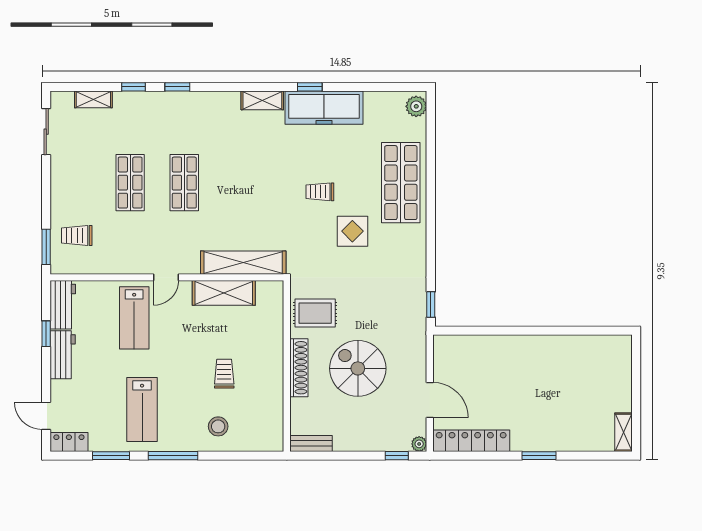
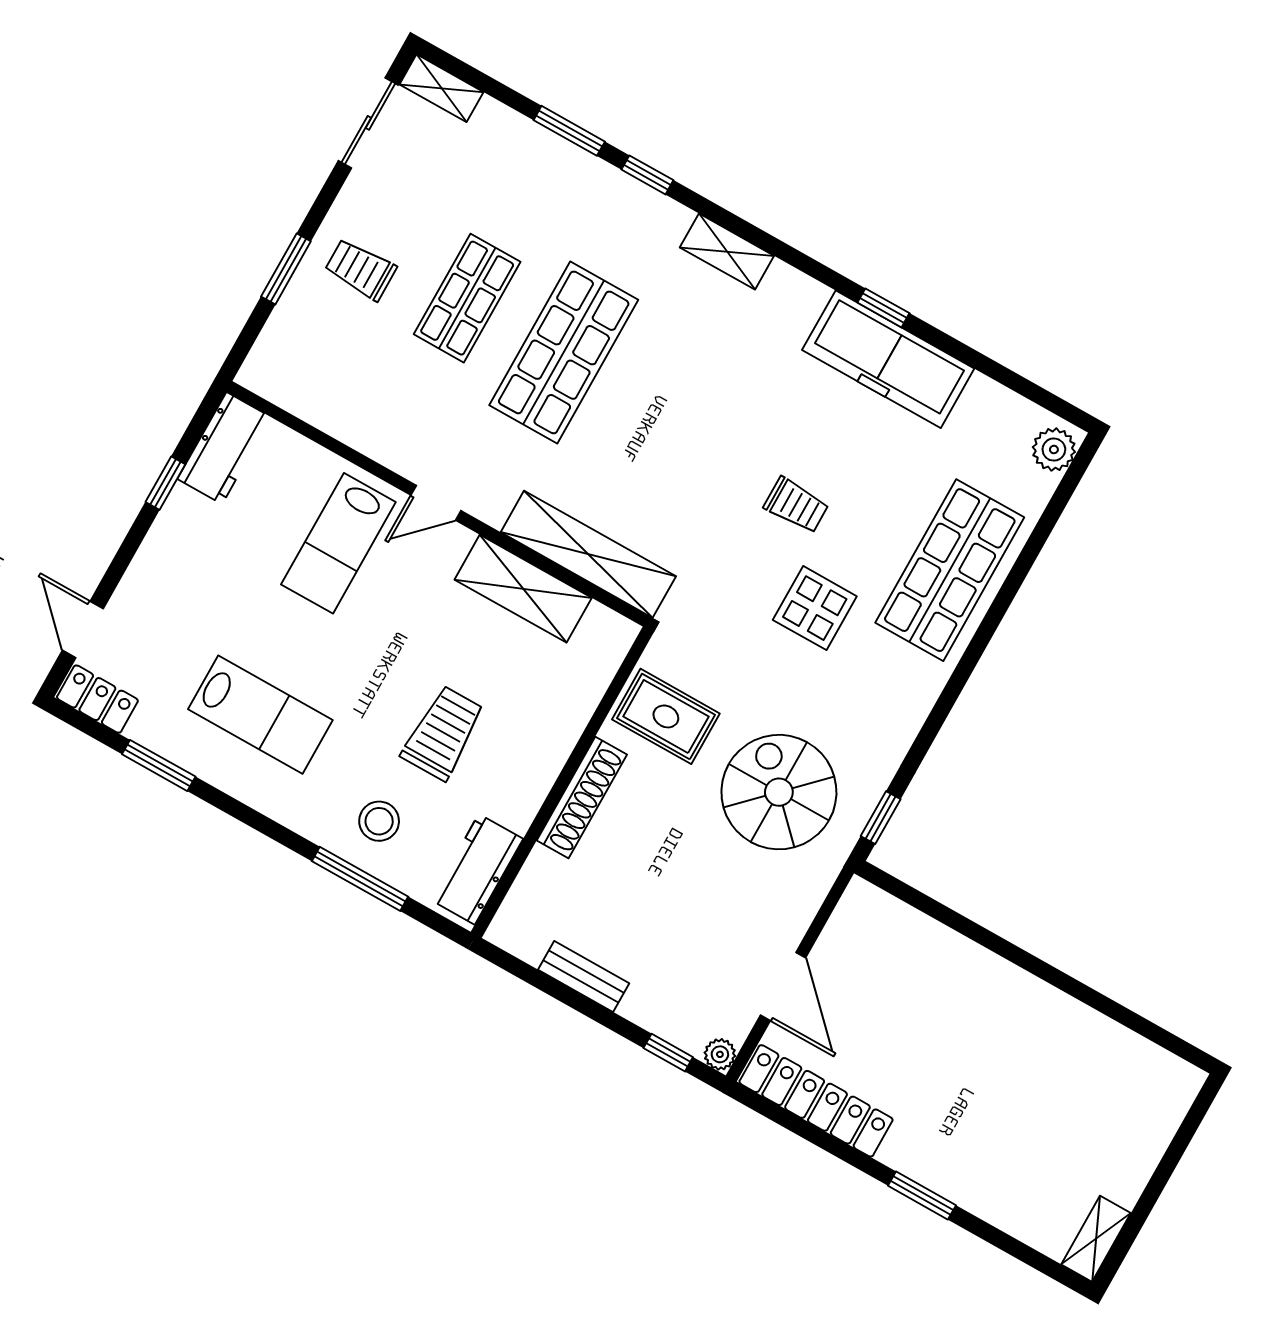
window: (133, 87) -> (569, 131), width x1.50
shelving: (93, 99) -> (442, 88), moved
shelving: (262, 100) -> (727, 252), moved
shop shelf: (184, 183) -> (564, 352), width x1.43, depth x1.36
trolley: (320, 192) -> (796, 505), turned 180
trolley: (77, 236) -> (361, 269), moved
window: (46, 247) -> (286, 269), moved
workbench: (63, 355) -> (477, 869), moved, turned 180
spiral stairs: (358, 368) -> (779, 792), moved
trolley: (224, 374) -> (443, 733), width x1.36, depth x1.39
lab bench: (142, 409) -> (260, 715), turned -90
bench: (311, 443) -> (584, 976), moved
window: (173, 456) -> (360, 879), moved

